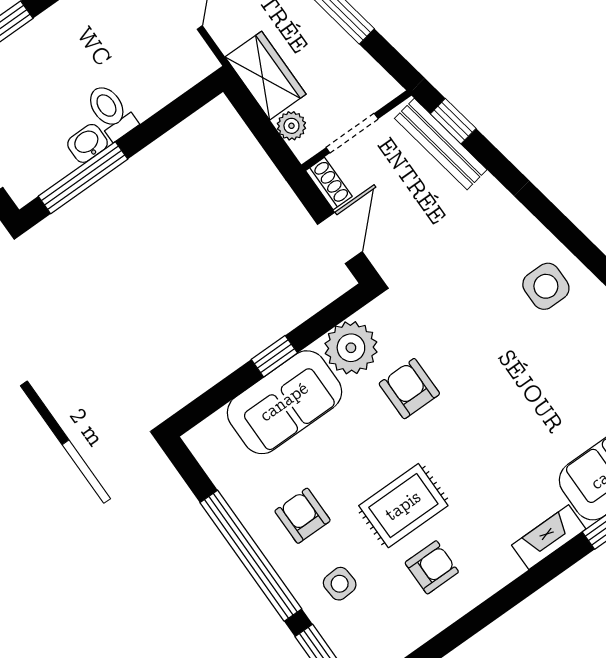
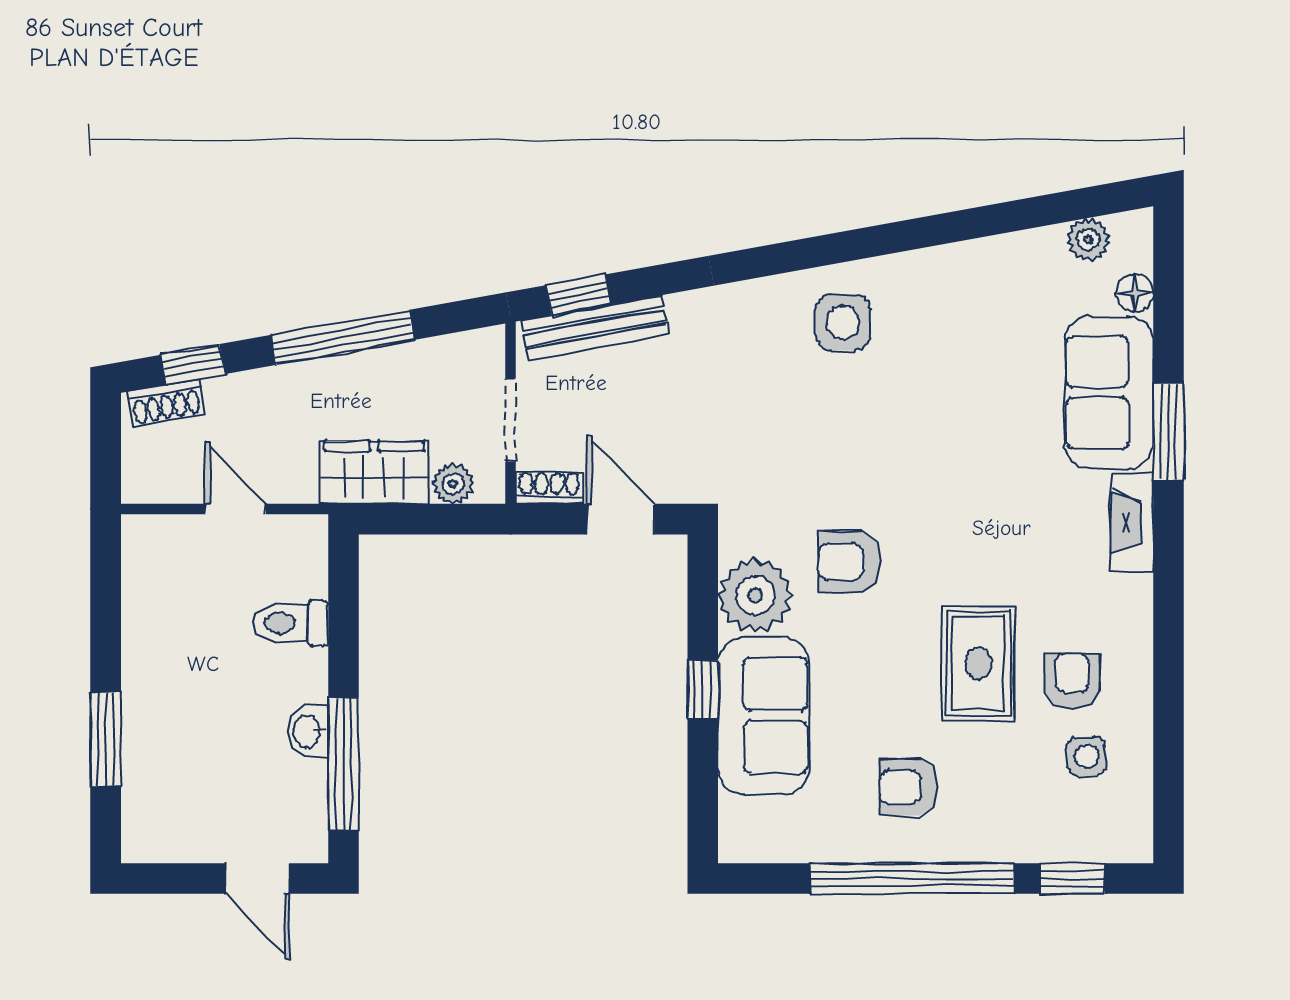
toilet: (111, 112) -> (290, 623), moved
side table: (340, 584) -> (1087, 756), moved

